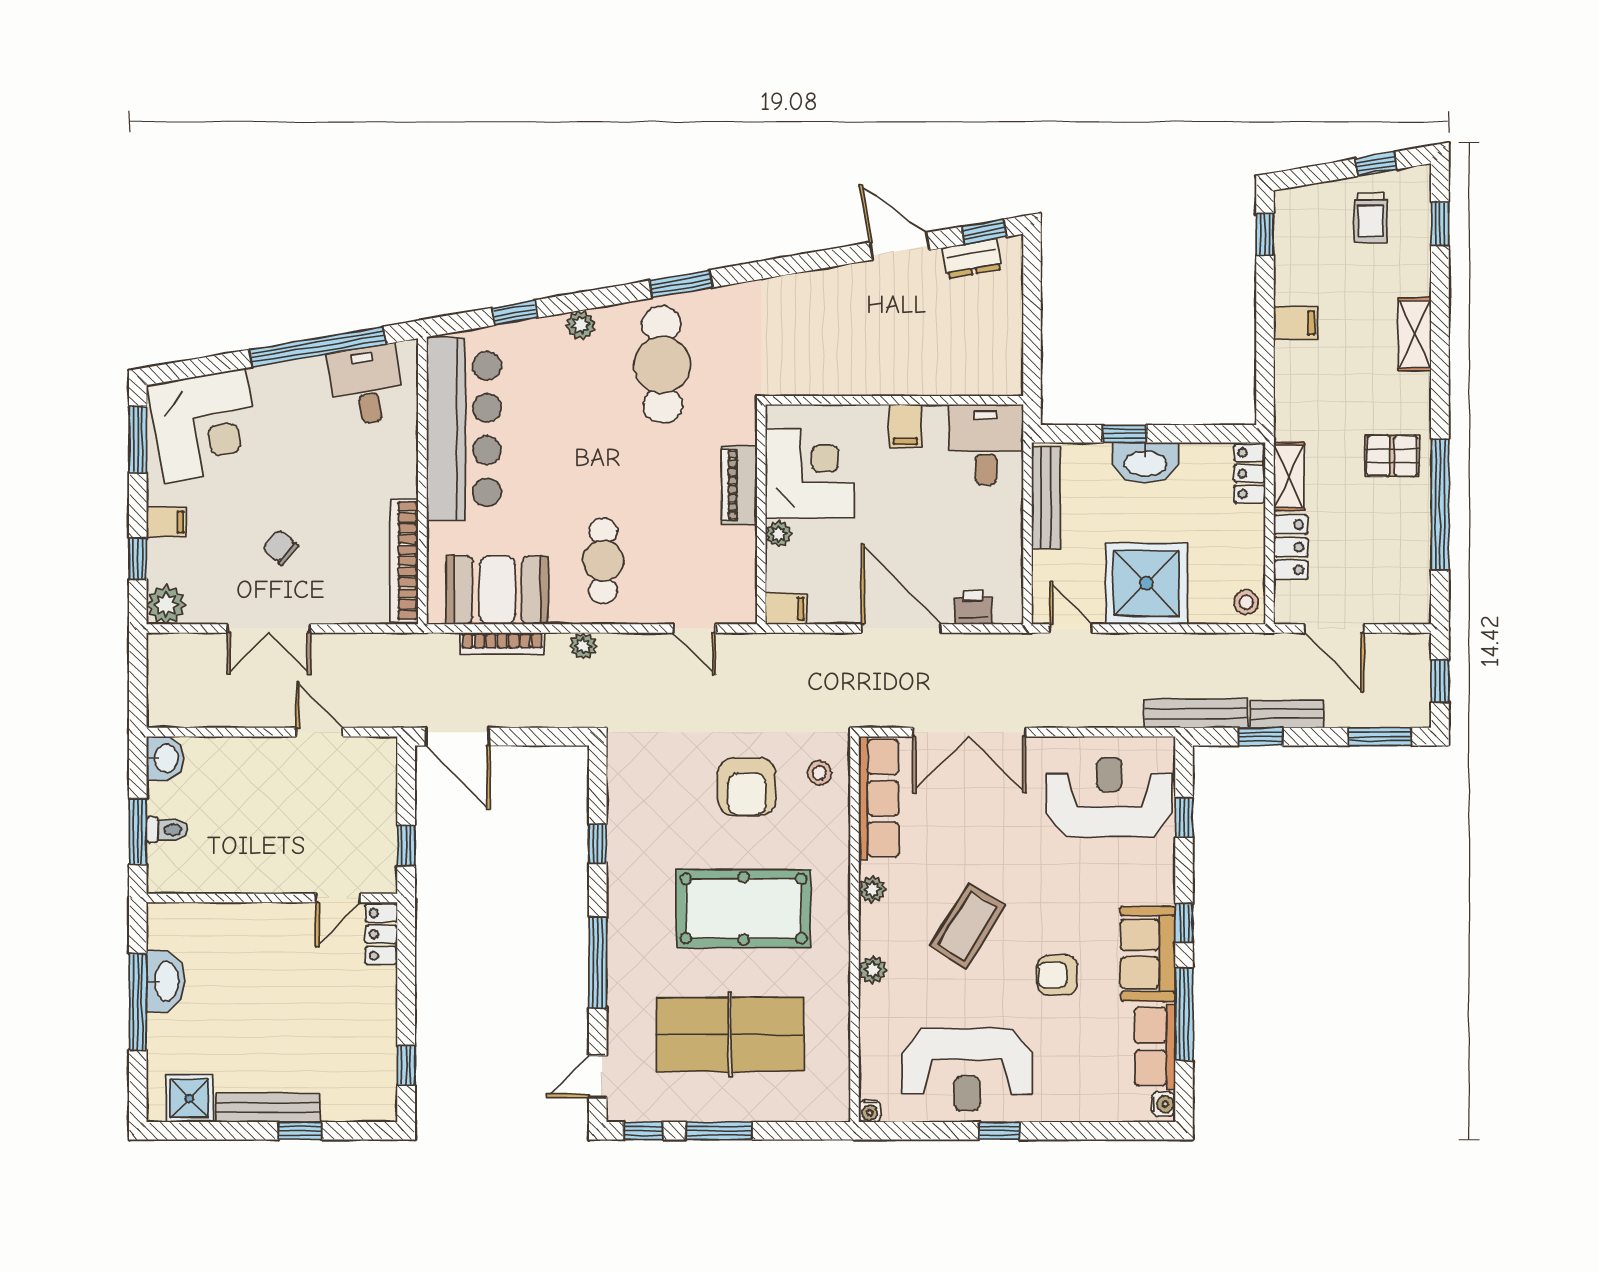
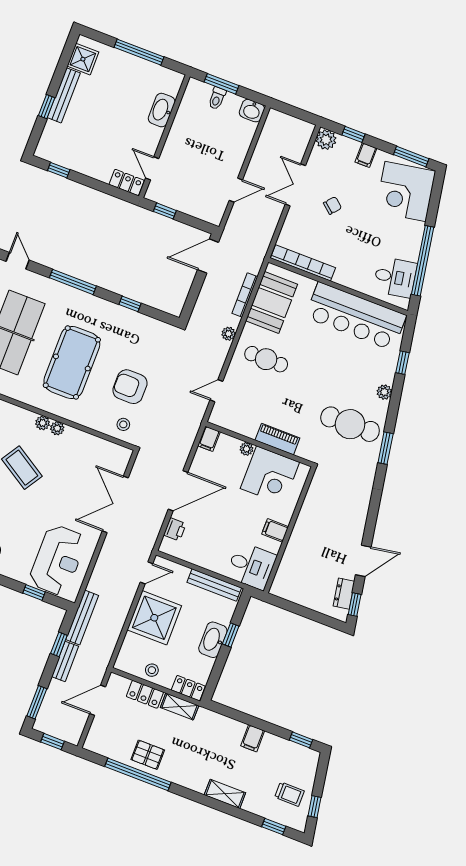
trolley: (1371, 218) -> (289, 794), turned 180
pallet: (1392, 456) -> (148, 755), moved, turned 90
stool: (1246, 602) -> (152, 670), moved
row of seats: (879, 798) -> (100, 448), removed
plant: (873, 970) -> (43, 423), moved
washbasin: (165, 981) -> (162, 110), moved, turned 90

